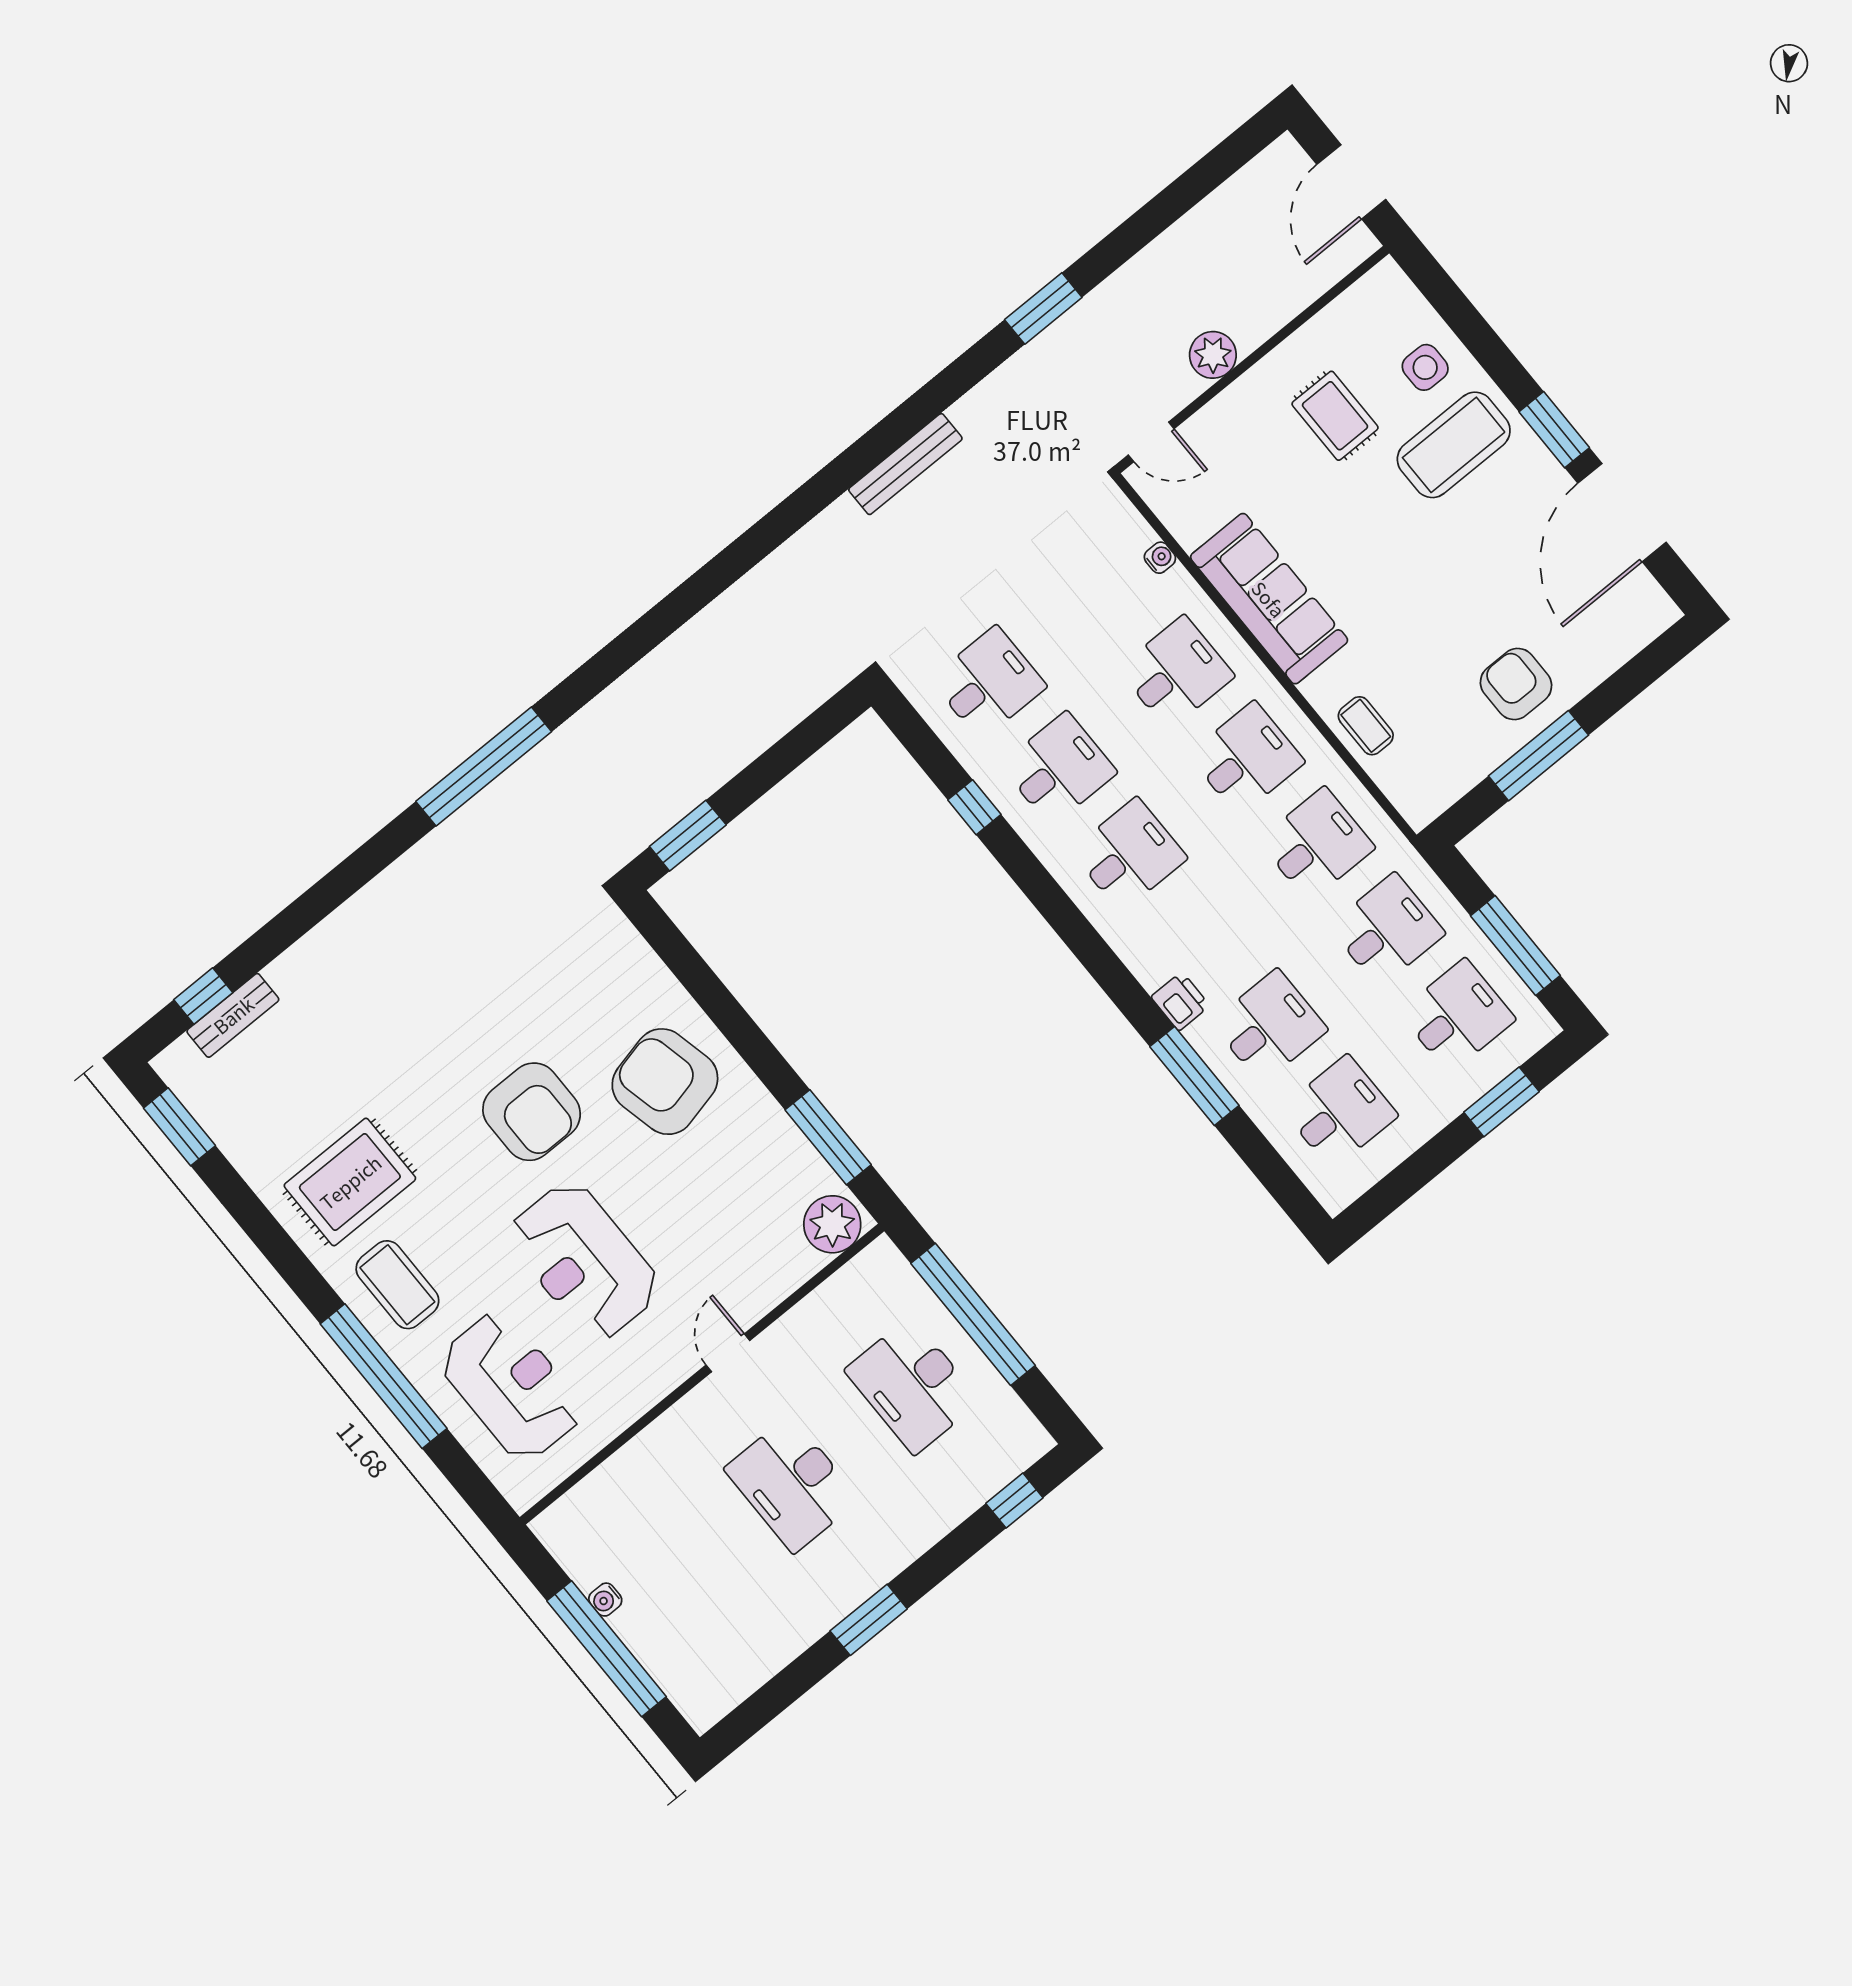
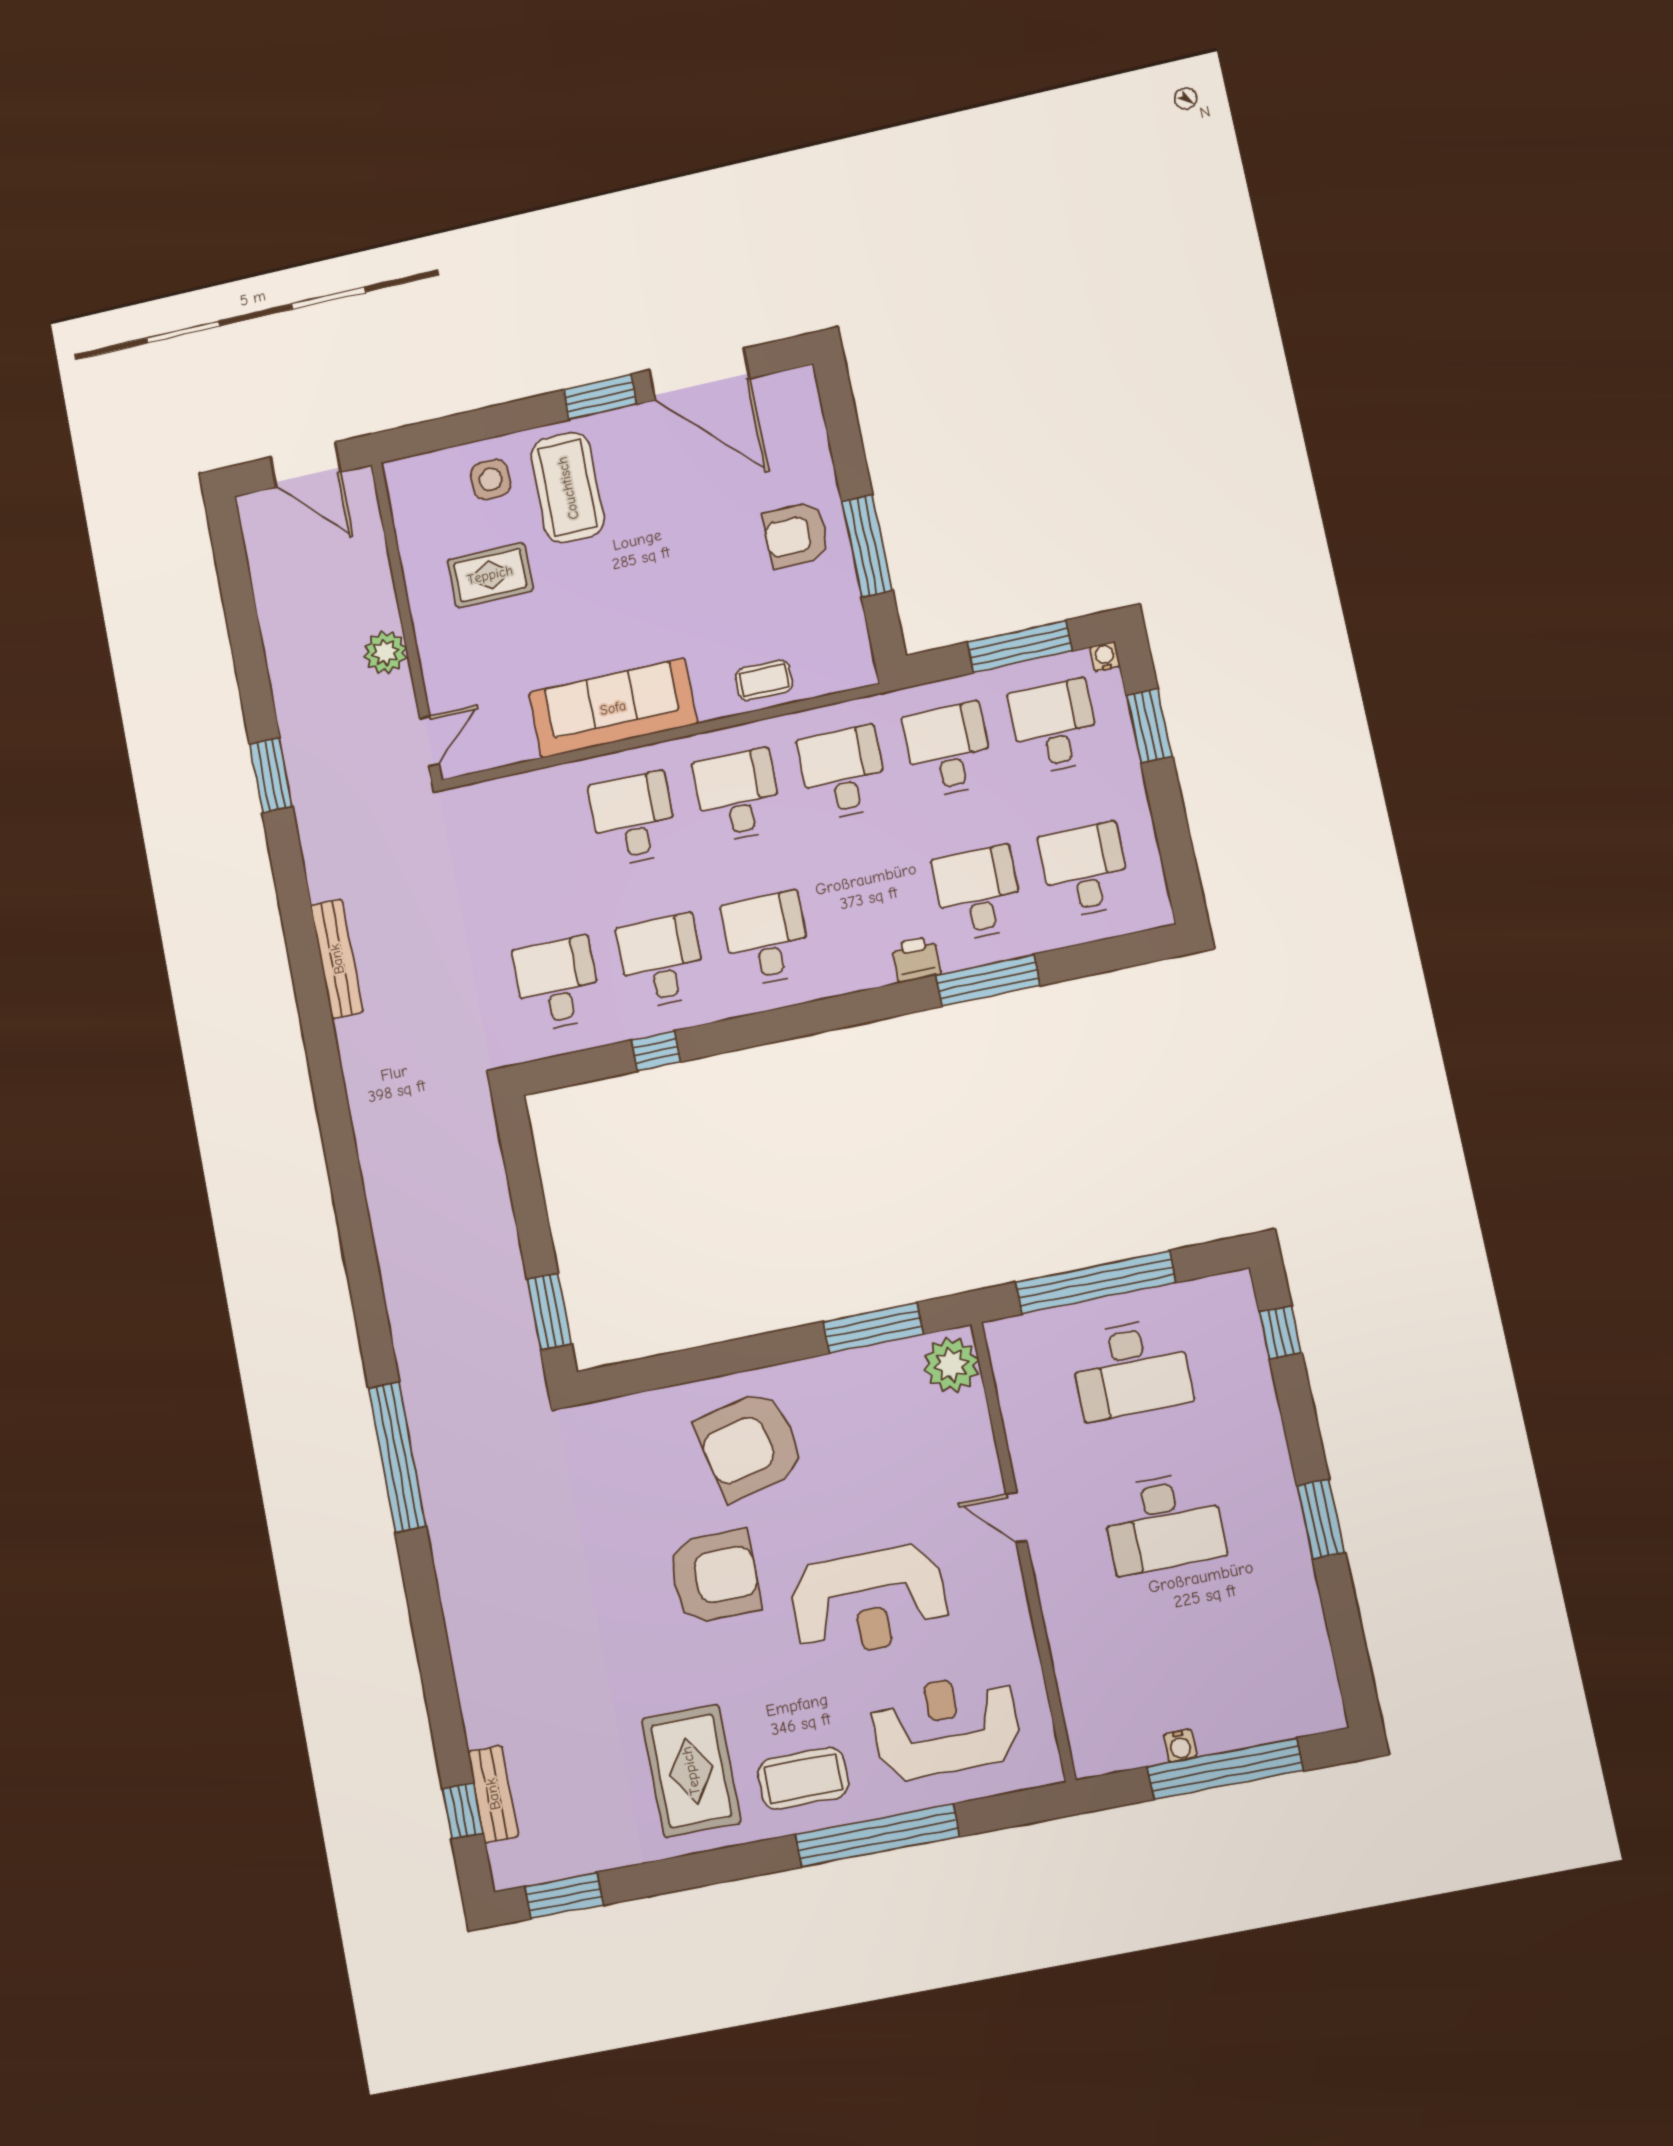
water cooler: (1160, 558) -> (1105, 657), moved

